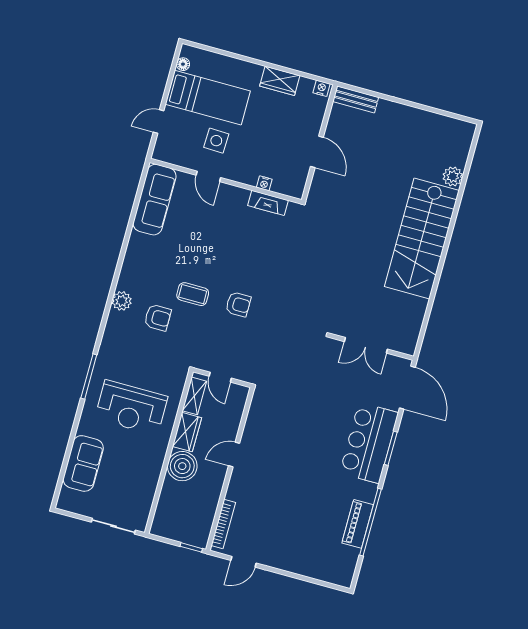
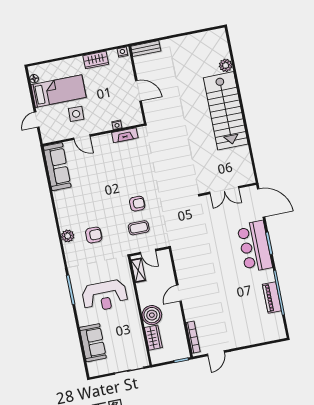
coffee table: (193, 294) -> (139, 228), moved
wardrobe: (187, 432) -> (153, 338), moved

